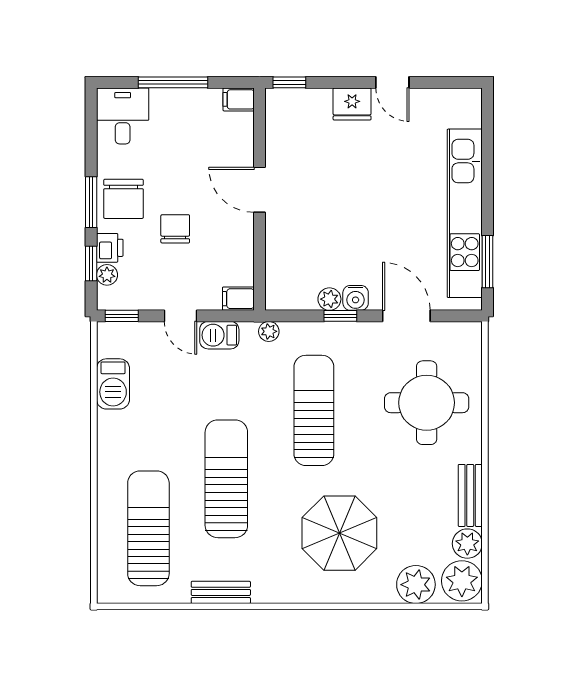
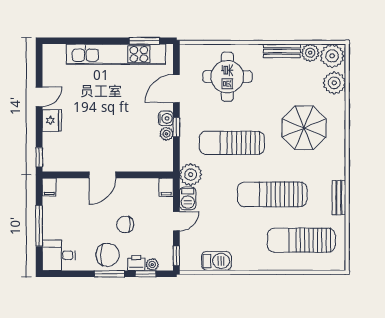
plant: (269, 331) -> (191, 175), width x1.88, depth x1.88

